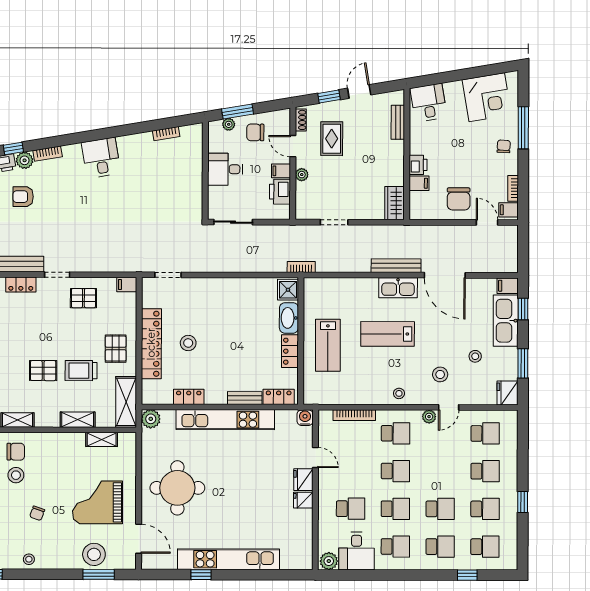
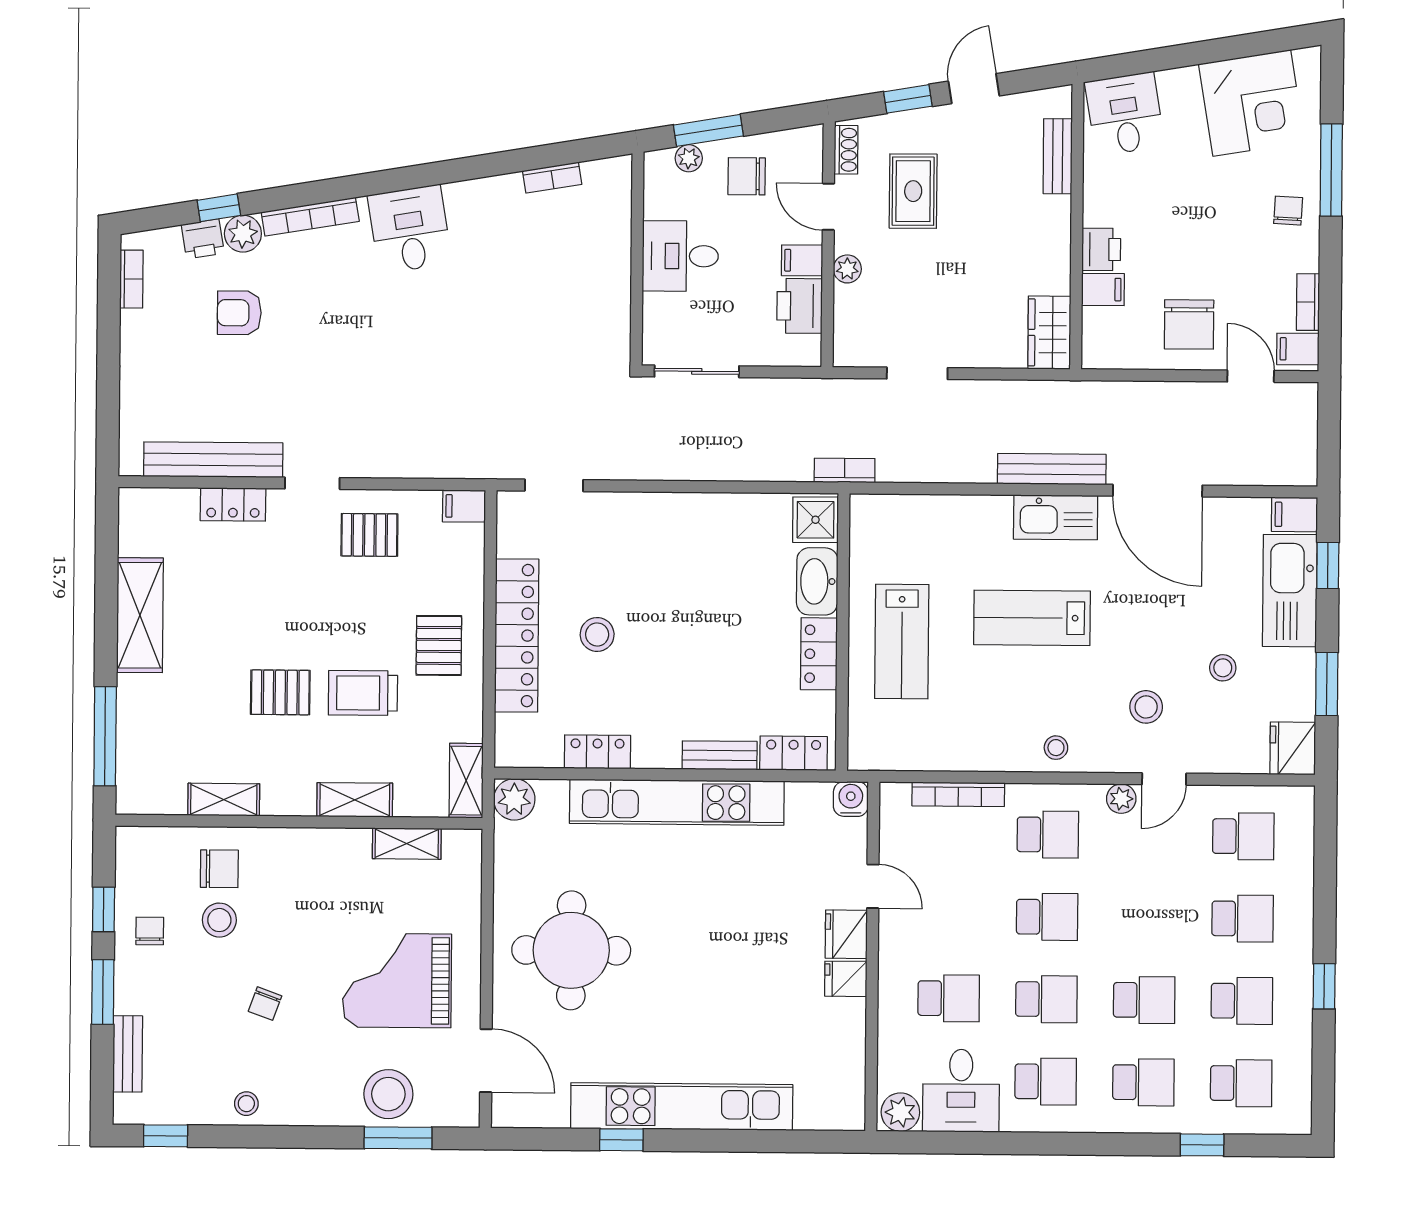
bookcase: (48, 154) -> (310, 217), width x1.56
shelving: (126, 402) -> (466, 781), width x0.67, depth x0.75

